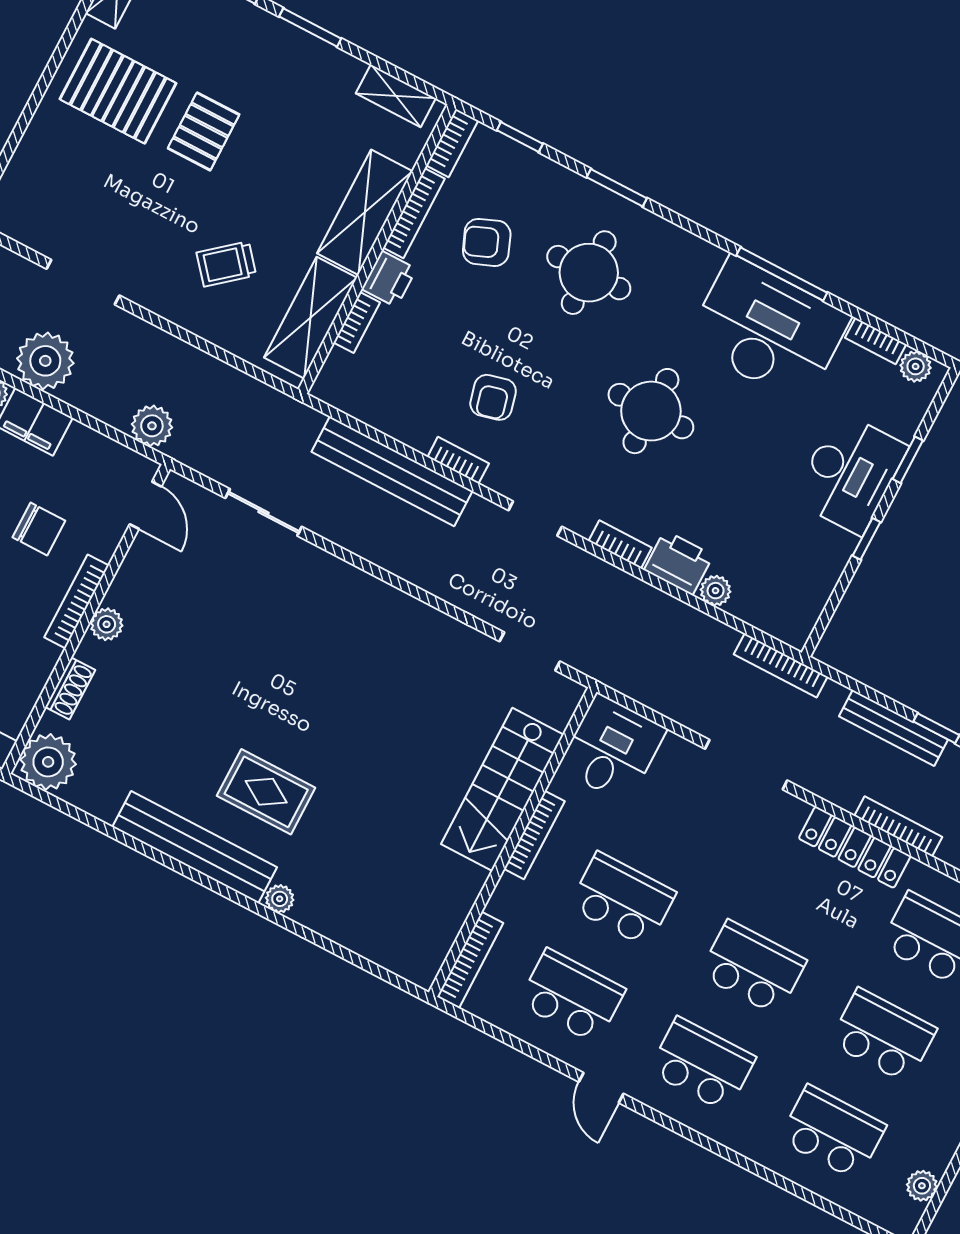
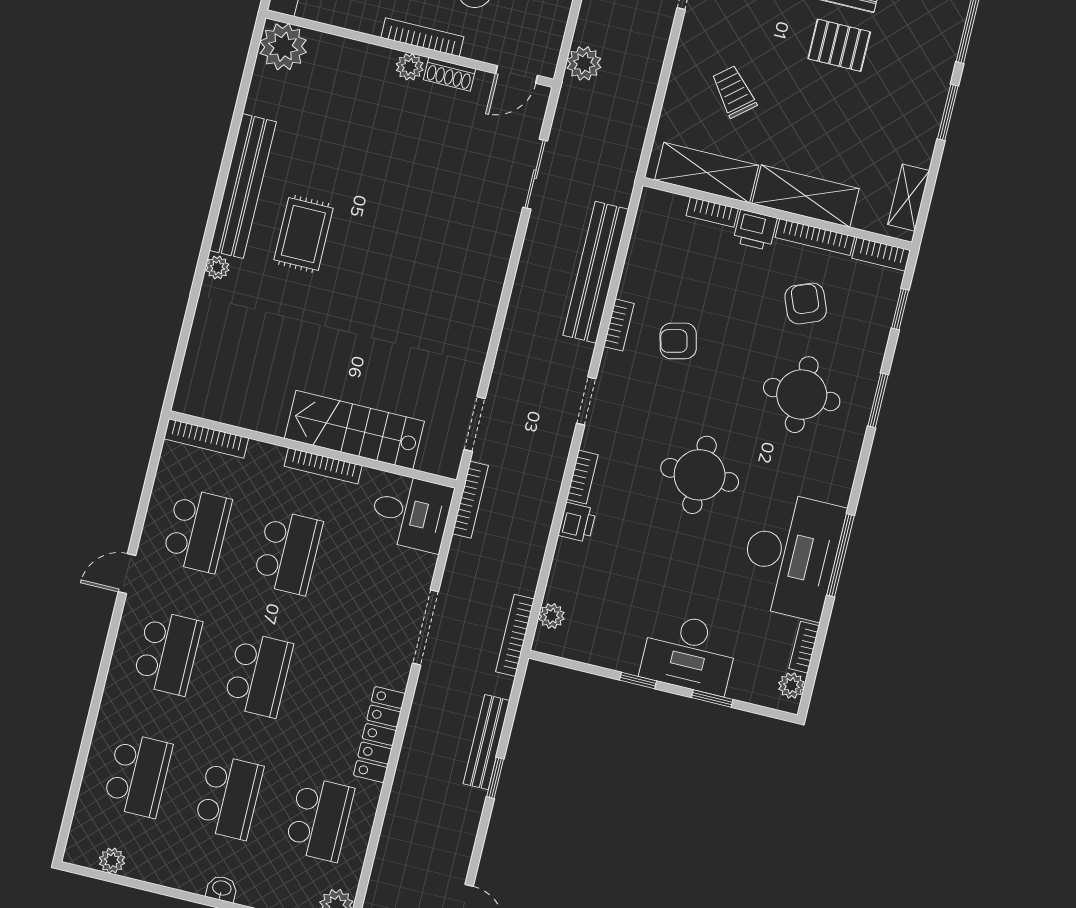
printer: (679, 563) -> (577, 522), width x0.73, depth x0.81
plant: (716, 591) -> (552, 616), moved
shoe rack: (70, 688) -> (449, 74), moved
bookcase: (898, 826) -> (470, 500), moved

